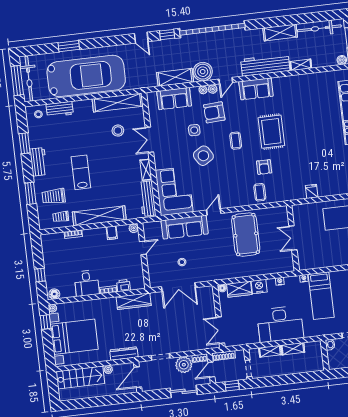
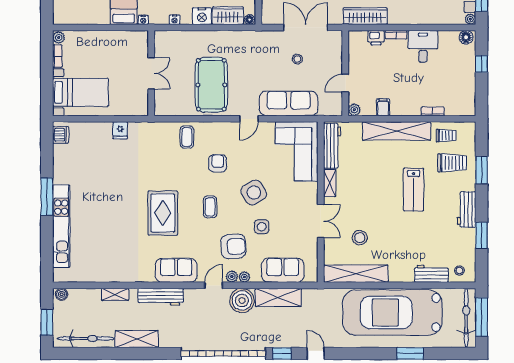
workbench: (265, 65) -> (161, 297), width x0.73, depth x0.76
armchair: (264, 167) -> (218, 163), moved

